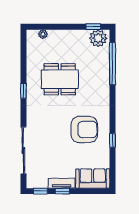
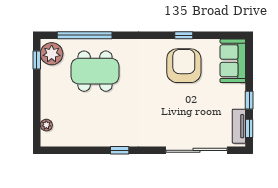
dining table: (60, 79) -> (95, 71), moved, turned 90
armchair: (84, 130) -> (184, 66), moved
tv unit: (62, 183) -> (239, 126), moved

